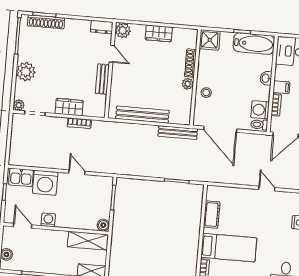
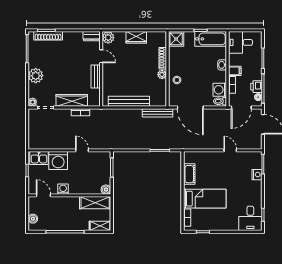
wardrobe: (69, 107) -> (72, 100), width x1.50

